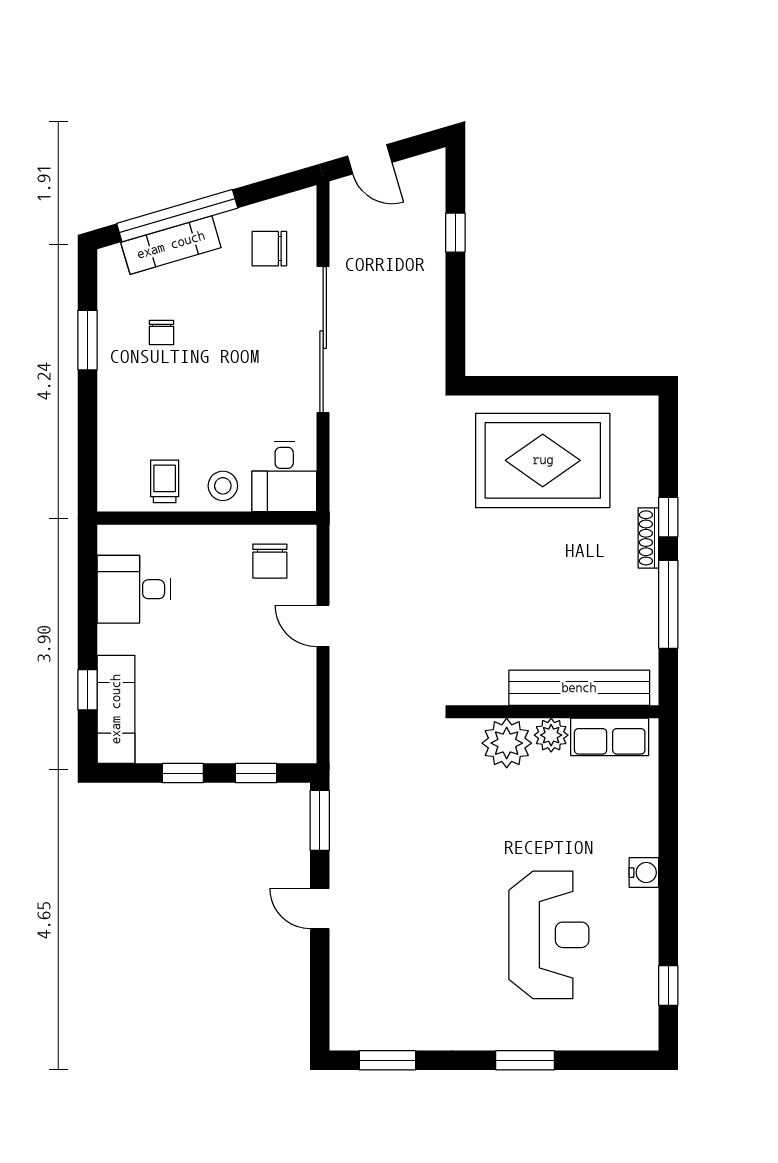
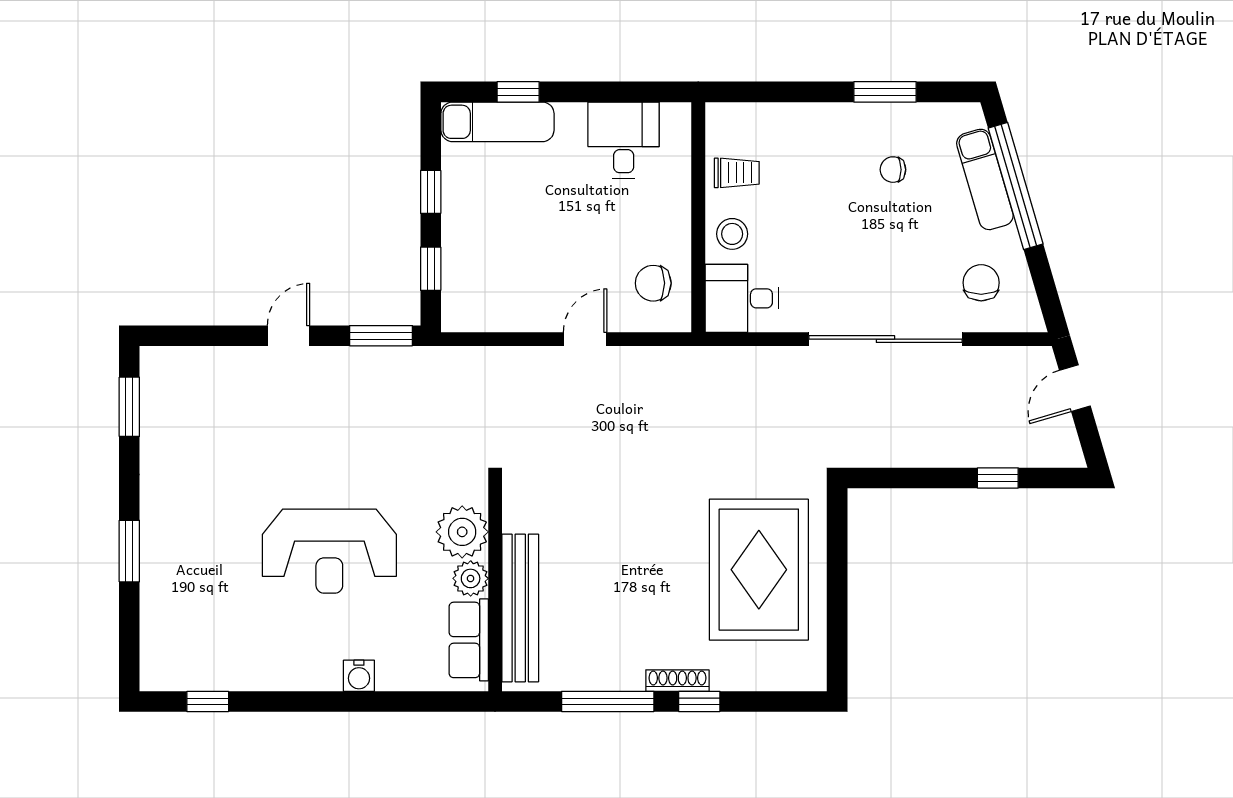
water cooler: (644, 873) -> (359, 676), moved
reception desk: (549, 935) -> (329, 551), moved

